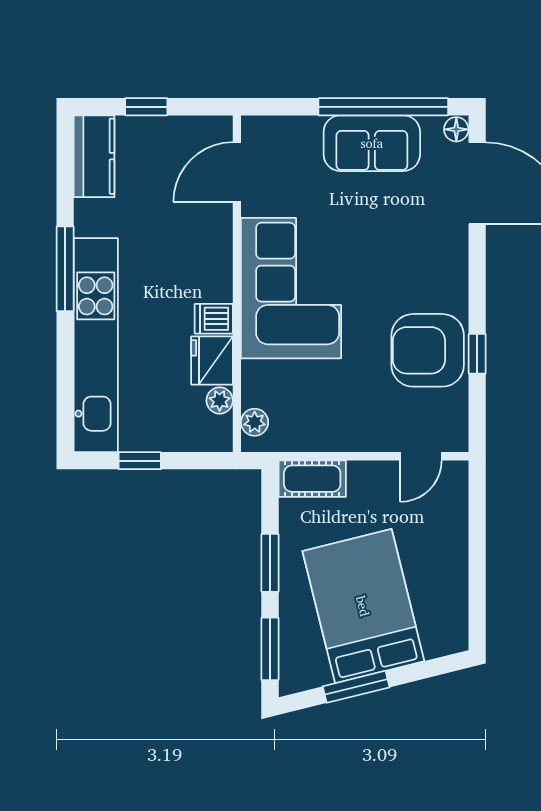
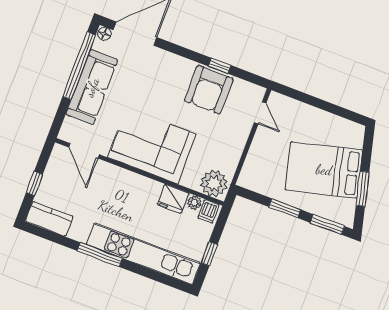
sofa: (372, 143) -> (92, 87), width x1.36
dishwasher: (214, 319) -> (209, 211), moved
plant: (255, 422) -> (214, 183), width x1.88, depth x1.88
cot: (312, 479) -> (251, 171), removed

